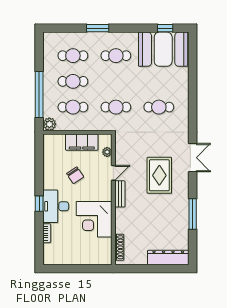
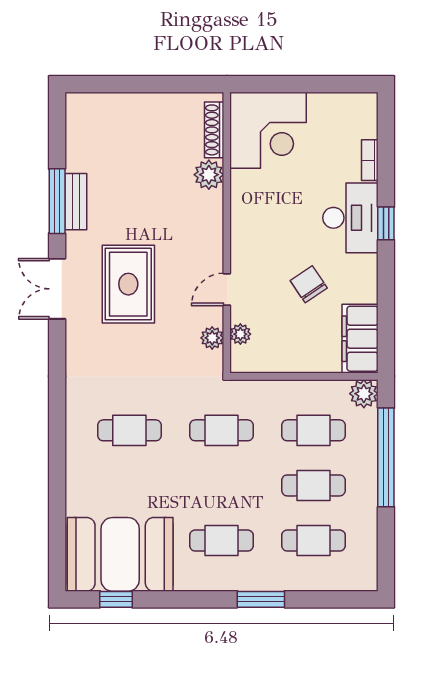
filing cabinet: (82, 142) -> (360, 339), moved, turned -90
plant: (120, 150) -> (212, 338), added
double door: (193, 158) -> (57, 289), moved
bench: (120, 194) -> (76, 202), moved
corner desk: (94, 219) -> (268, 130), moved, turned 90
plant: (122, 226) -> (209, 175), added
dresser: (168, 258) -> (109, 108), removed

